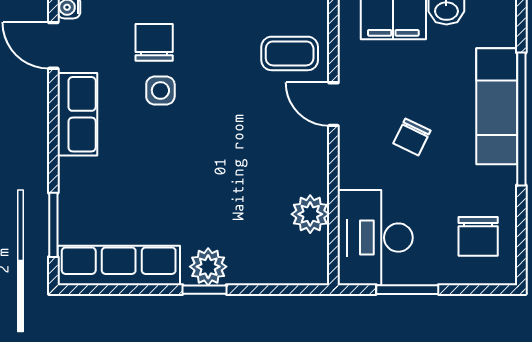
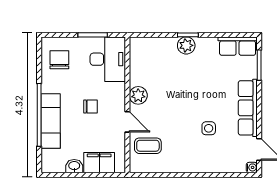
chair: (154, 42) -> (212, 151), removed
row of seats: (77, 114) -> (248, 108), width x1.48
chair: (412, 137) -> (90, 106), turned 64
plant: (310, 214) -> (138, 95), moved
row of seats: (119, 265) -> (238, 46), width x0.68

